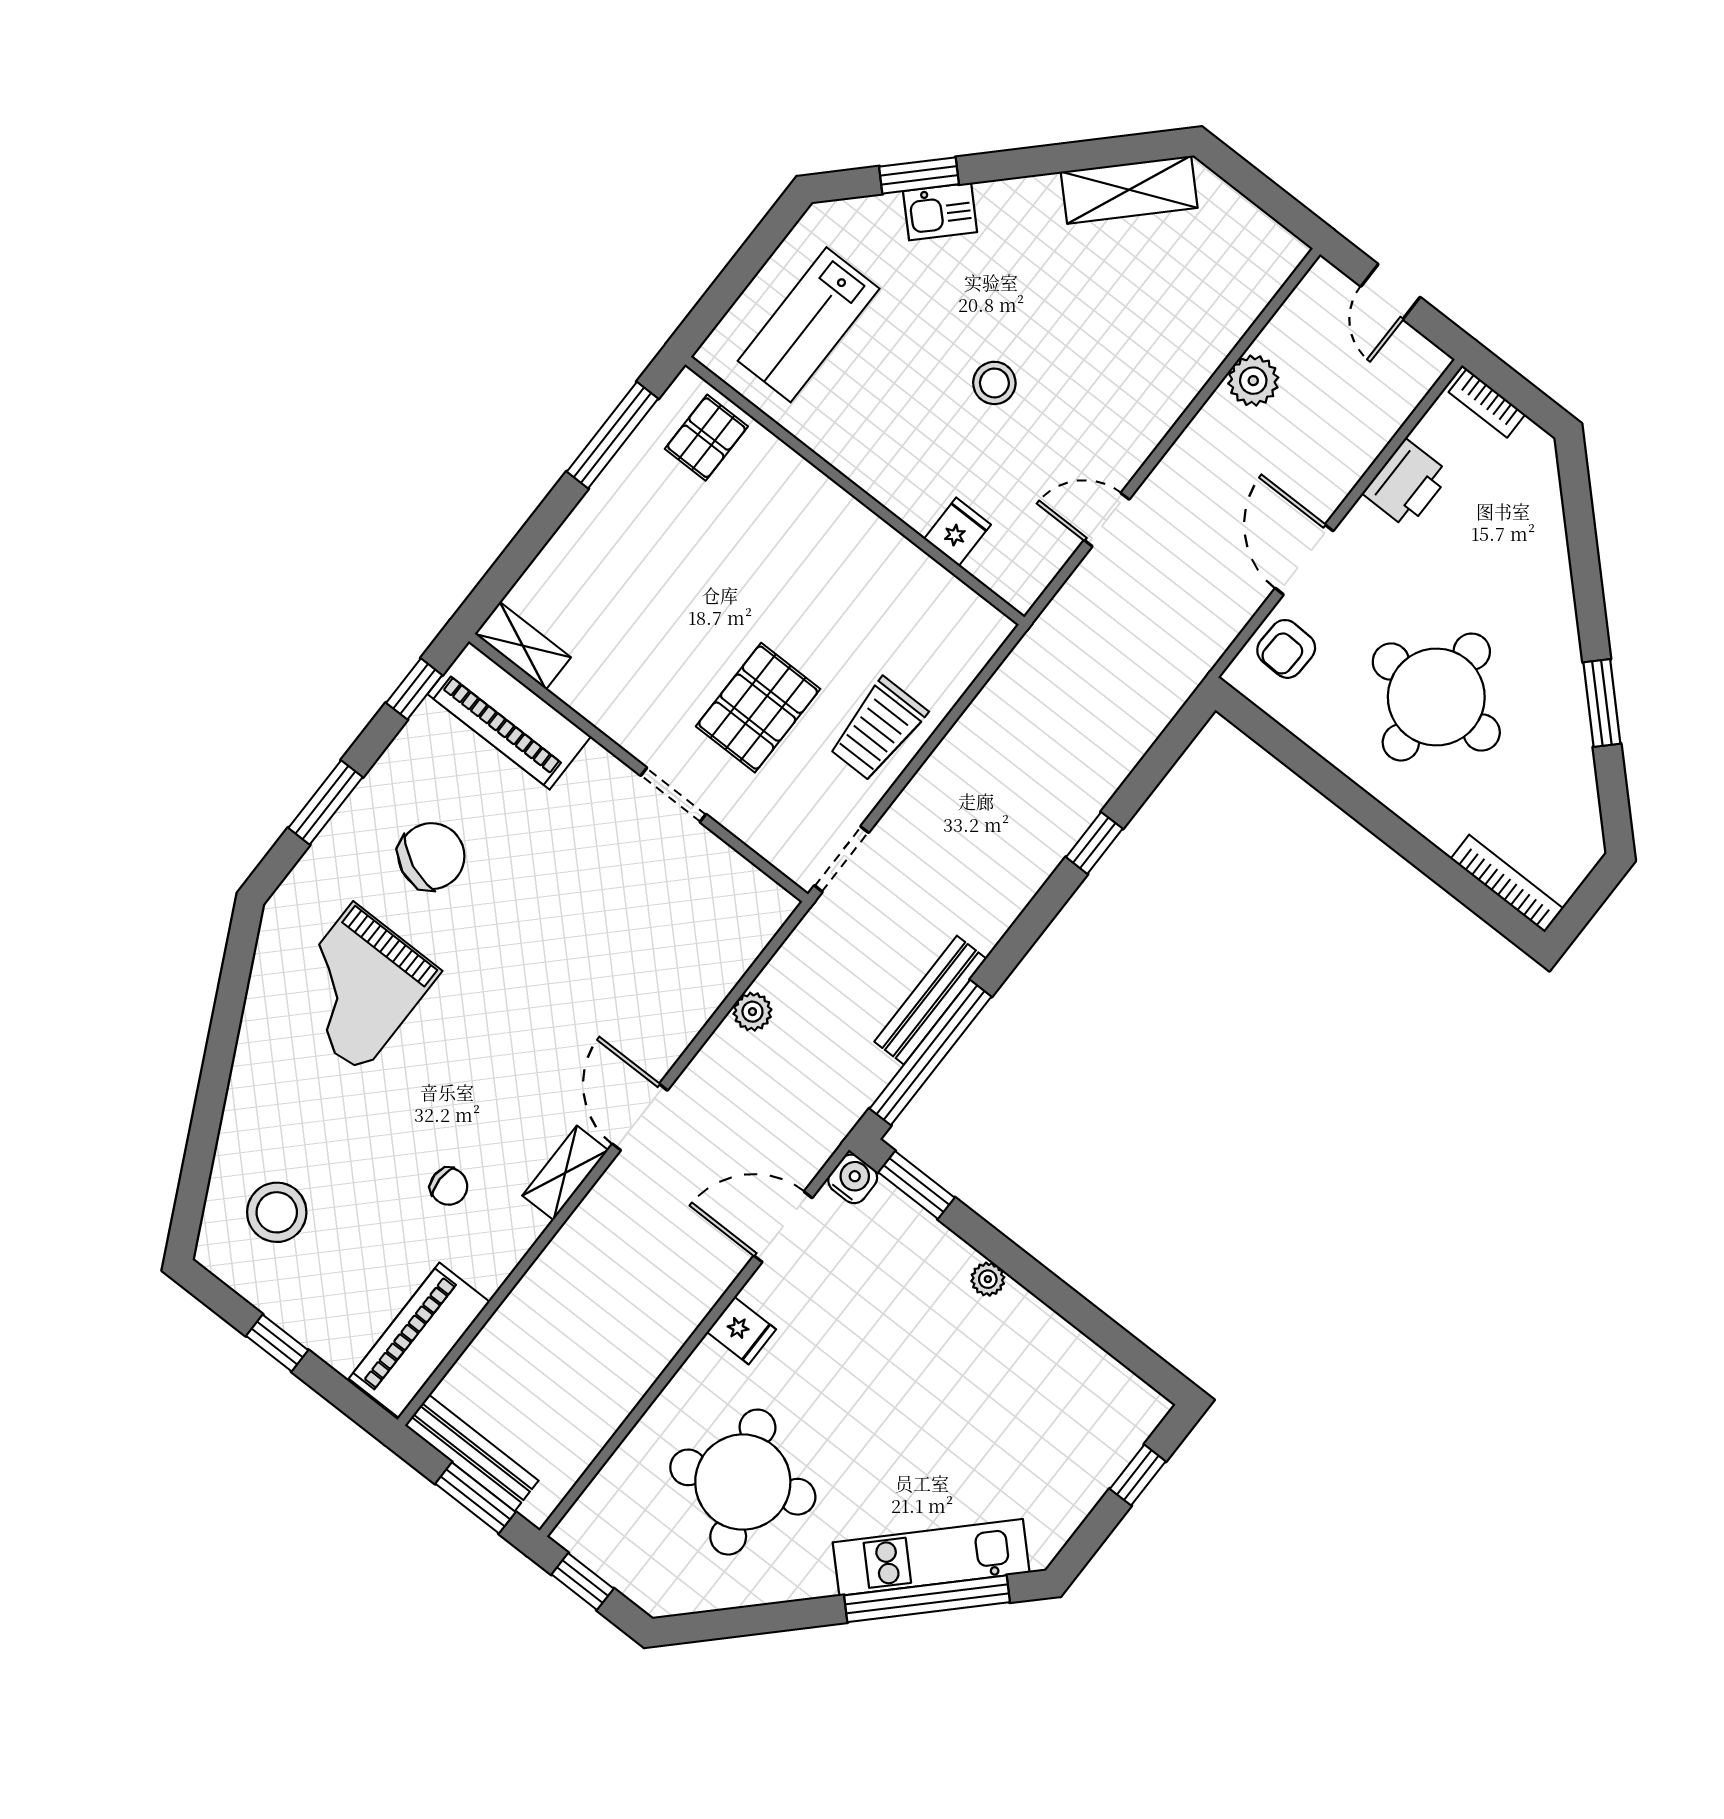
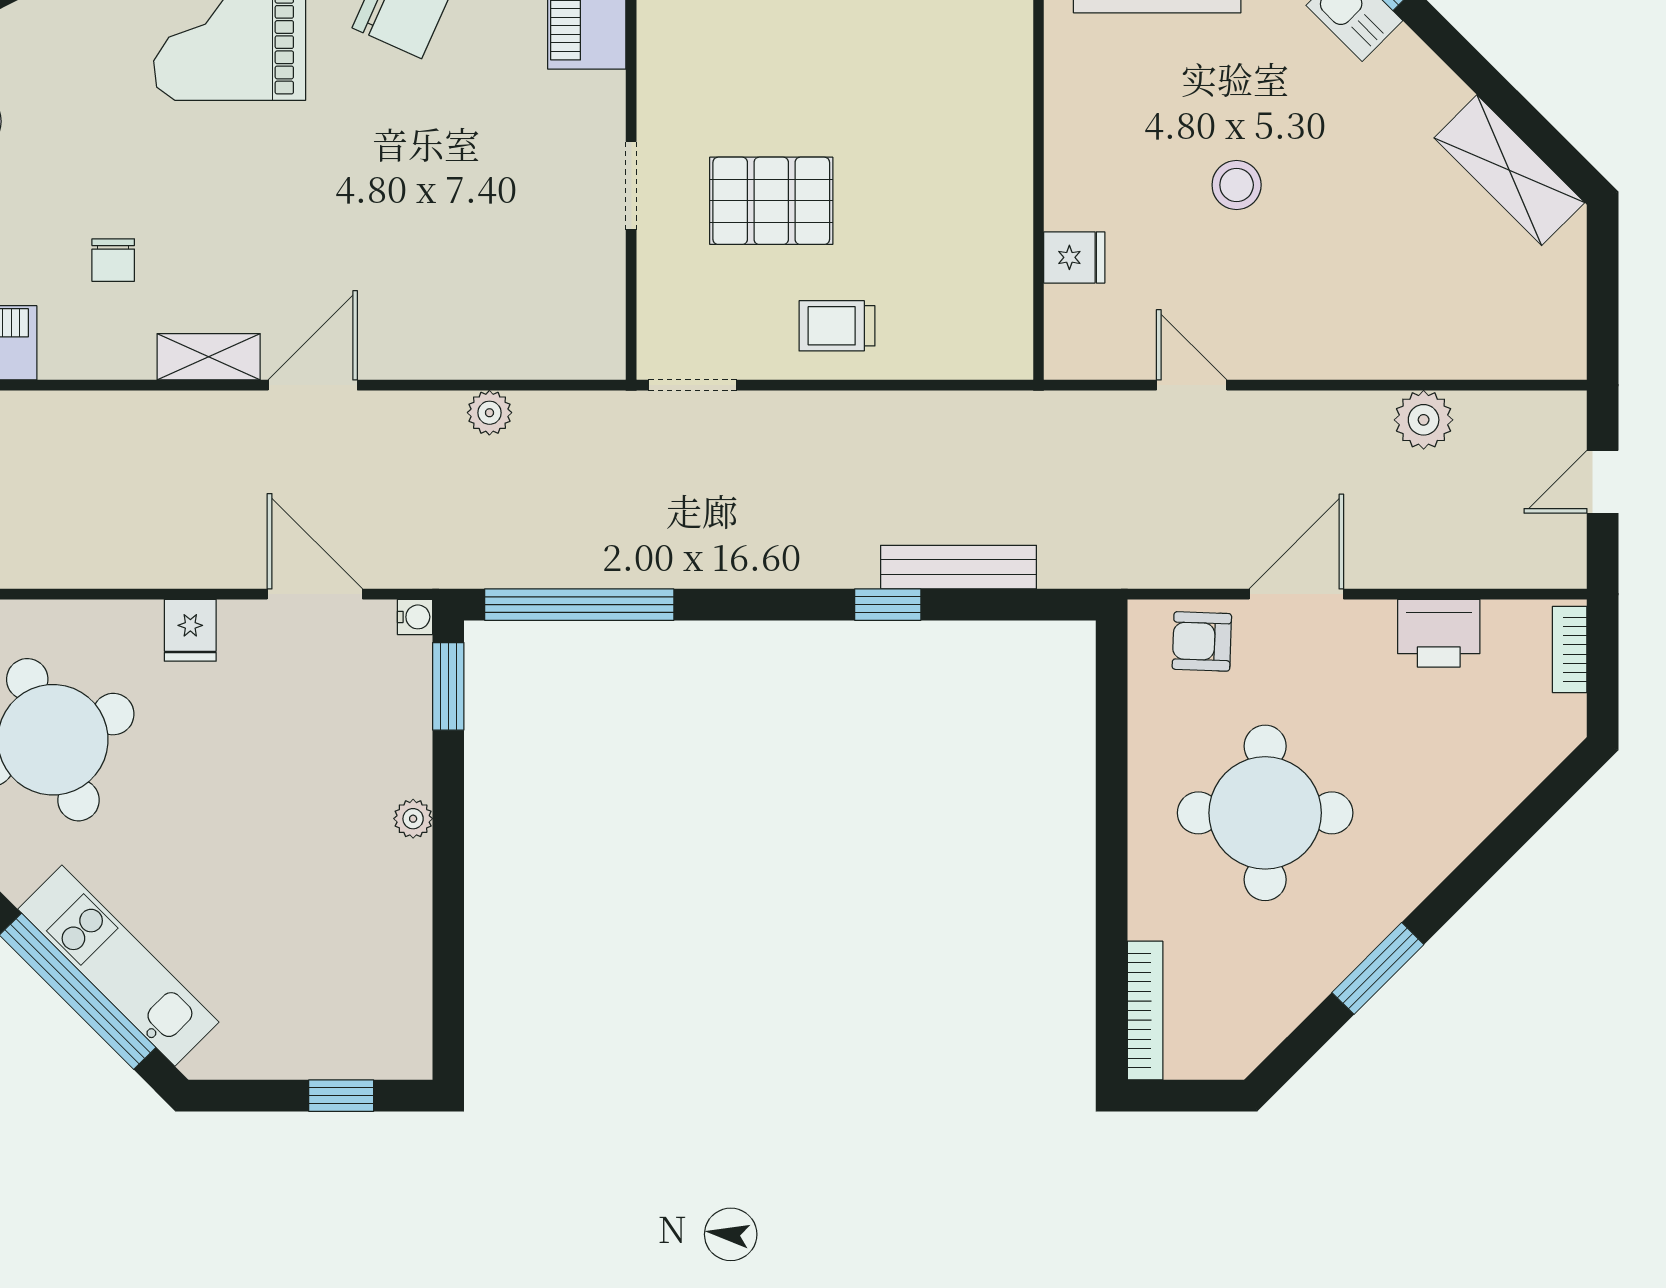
trolley: (878, 729) -> (837, 326), width x0.73, depth x0.72
bench: (930, 1000) -> (959, 567), moved
water cooler: (853, 1179) -> (415, 617), width x0.72, depth x0.72

